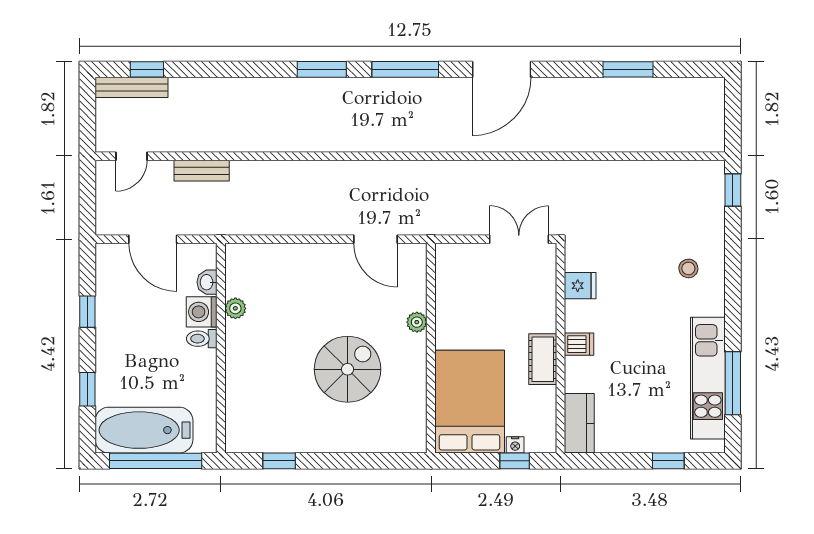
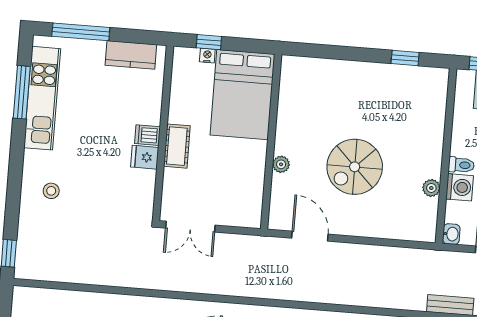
washbasin: (207, 282) -> (451, 234), moved
fridge: (580, 286) -> (145, 157), moved
cot: (543, 359) -> (177, 146), moved
spiral stairs: (348, 369) -> (355, 167), moved
kitchen counter: (579, 423) -> (131, 55), moved, turned -90
window: (668, 461) -> (81, 32), width x2.17

